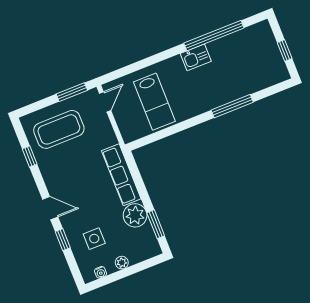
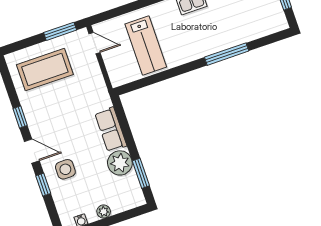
door: (105, 102) -> (95, 43), hinge flipped
window: (30, 156) -> (20, 117), moved
row of seats: (121, 175) -> (111, 129), width x0.68
side table: (94, 239) -> (65, 169), moved

